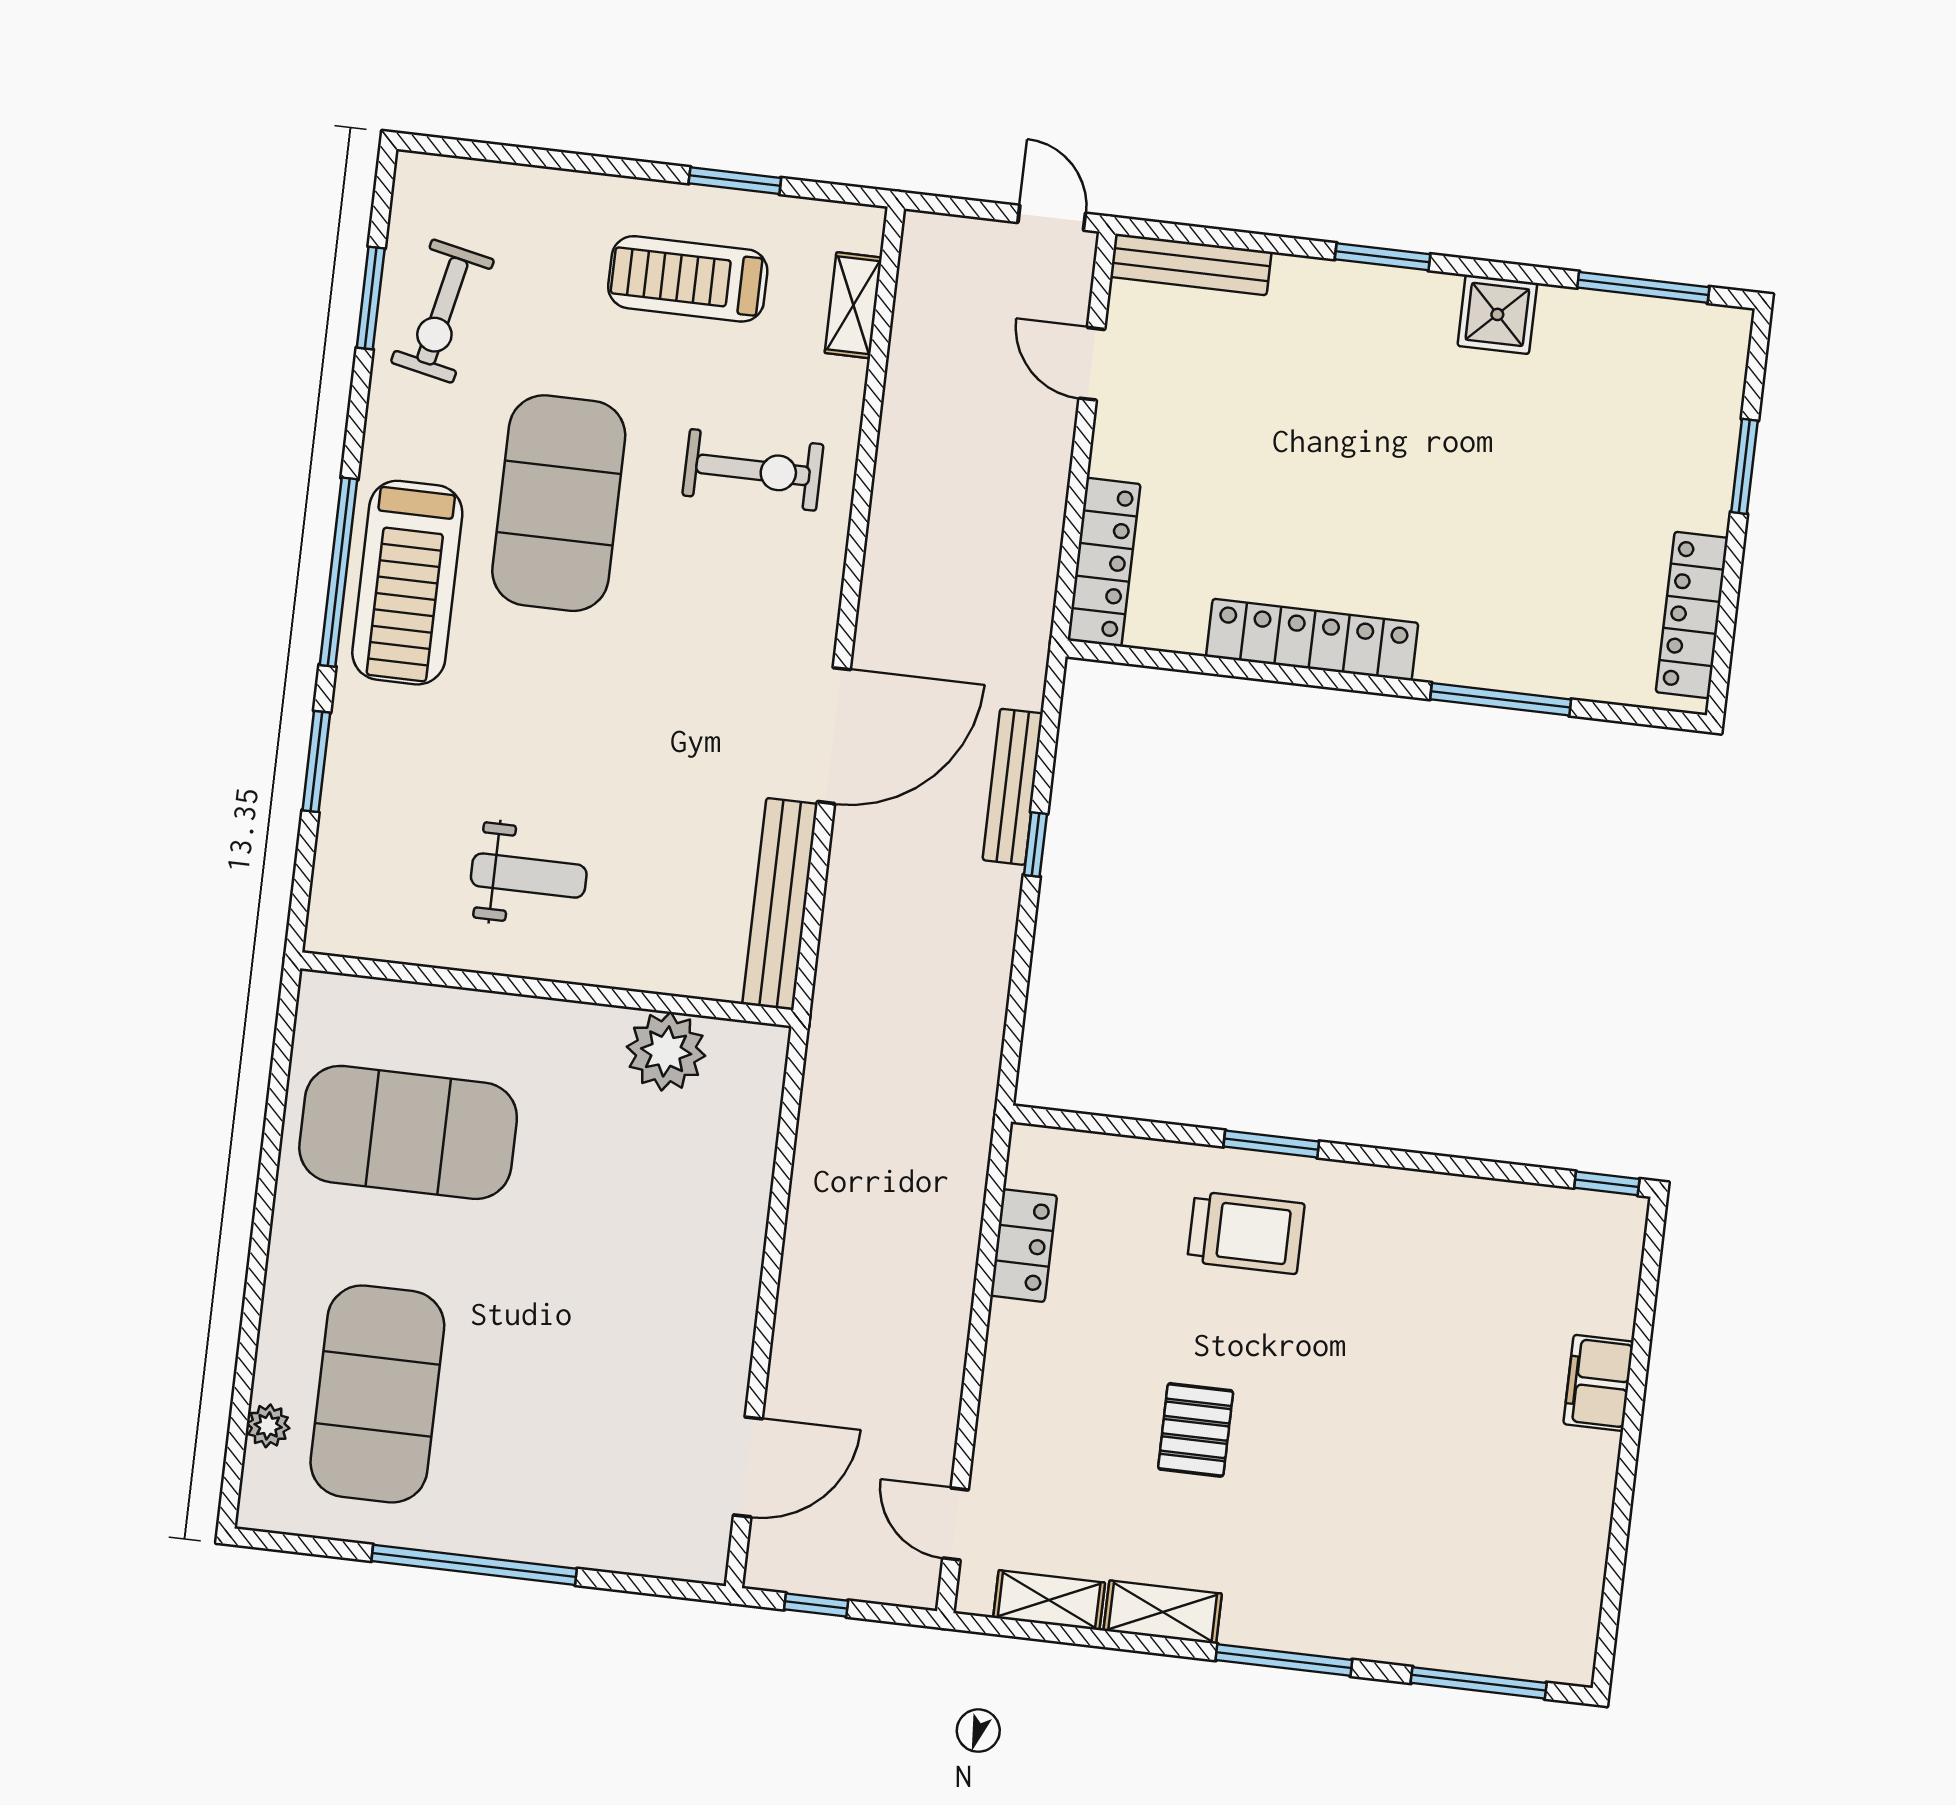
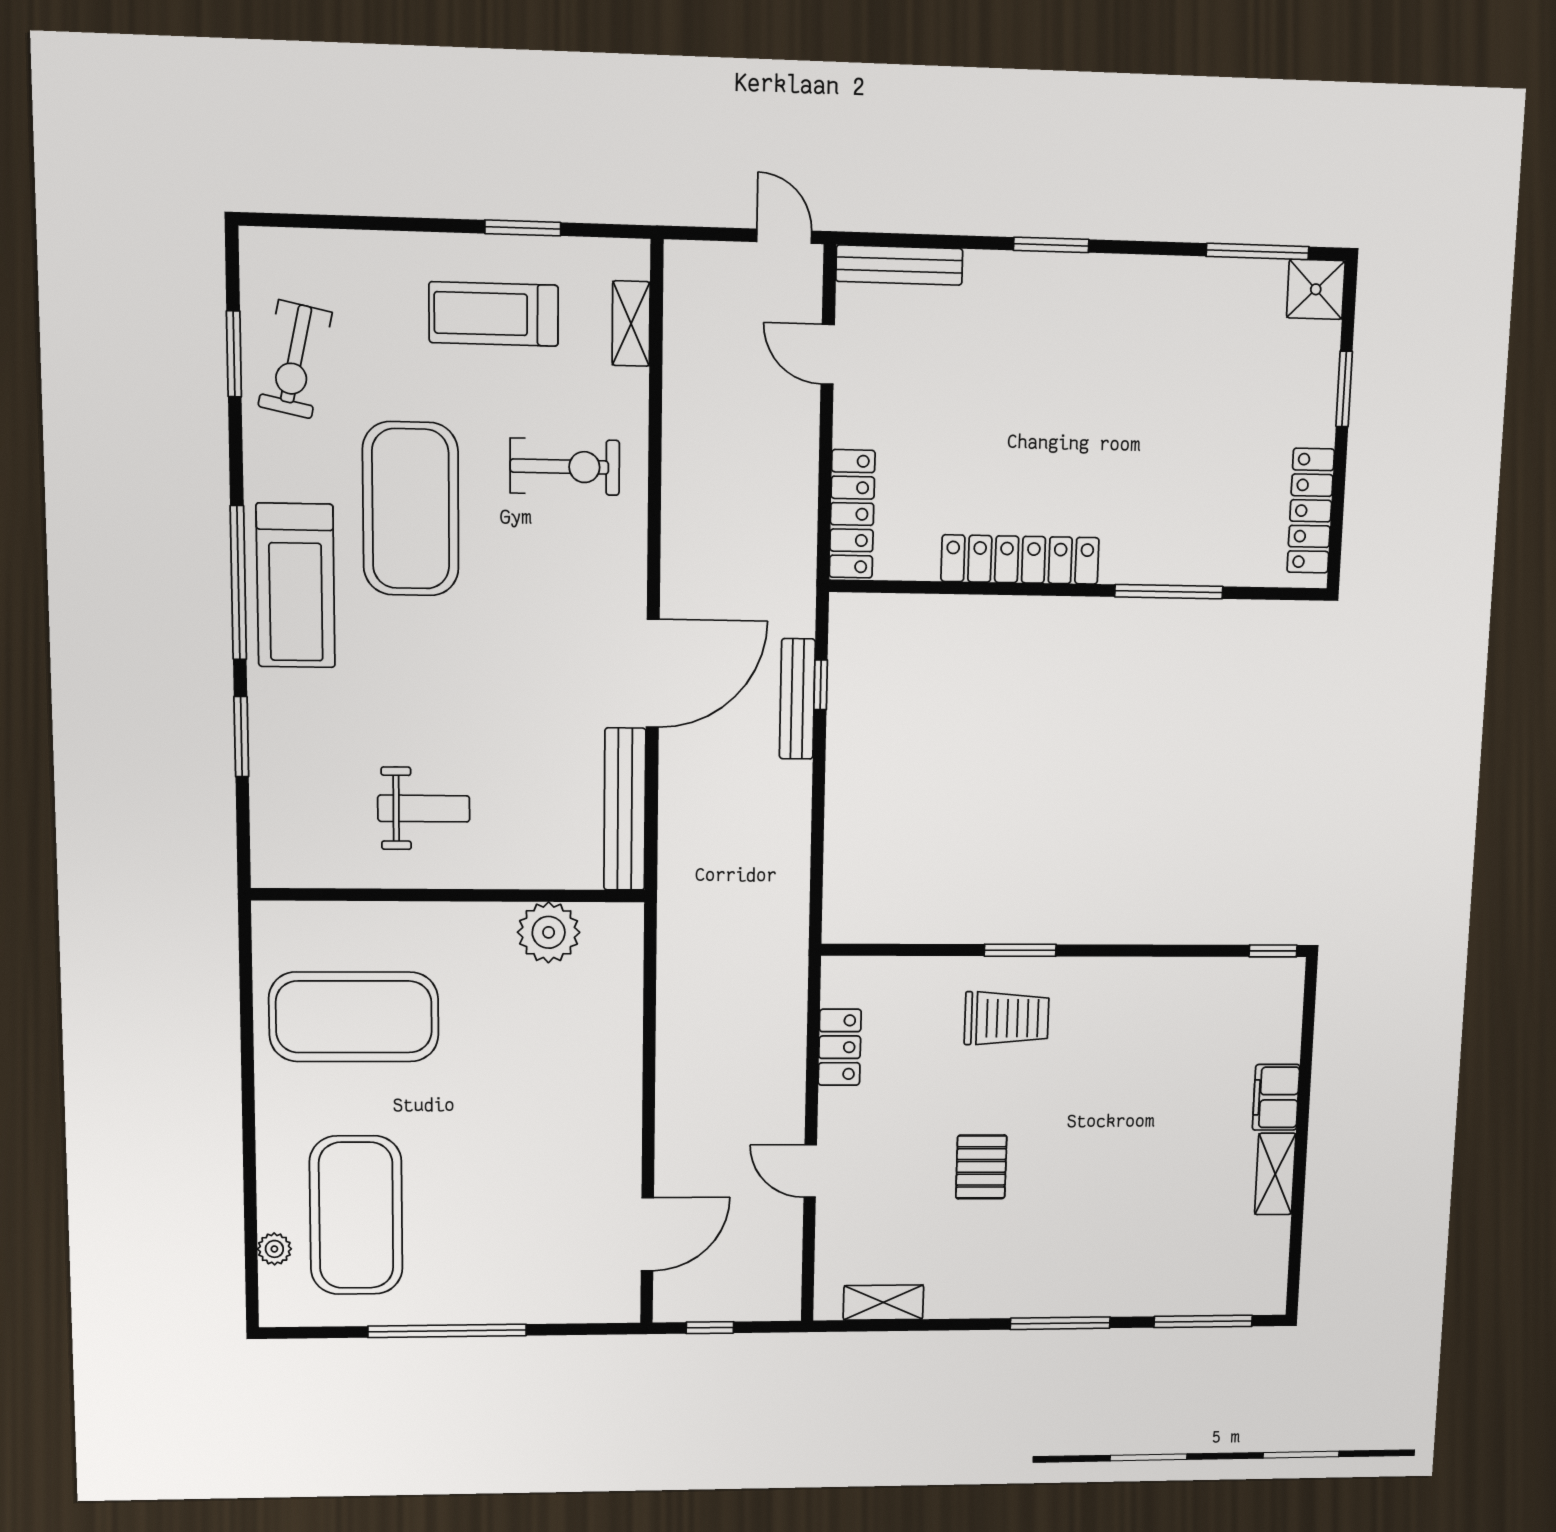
shower: (1497, 314) -> (1316, 289), moved
window: (1035, 844) -> (821, 685), moved
door: (956, 1524) -> (810, 1171), moved
shelving: (1163, 1612) -> (1275, 1174), moved, turned 90

